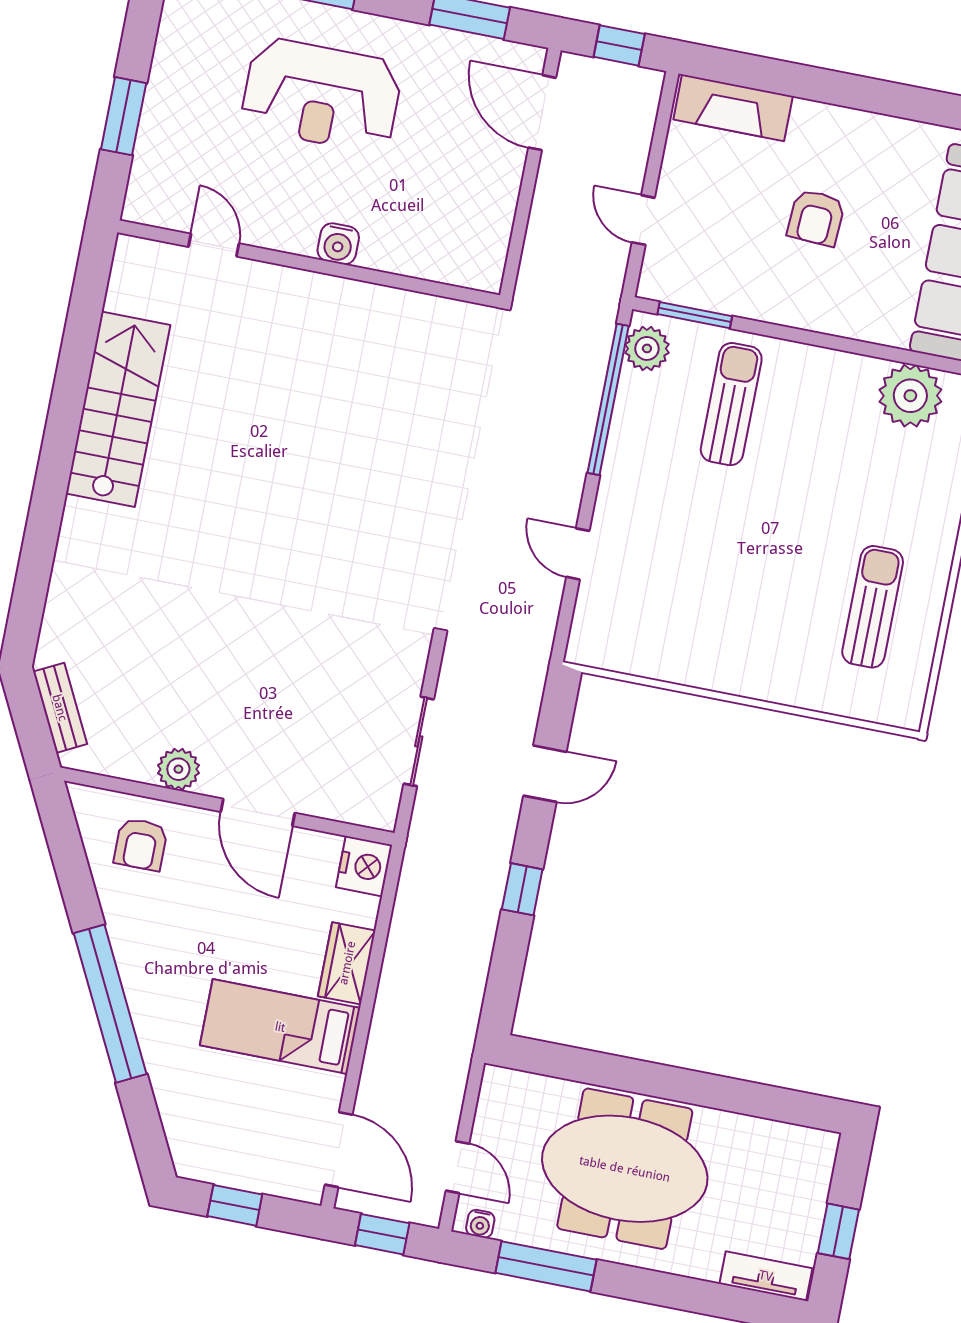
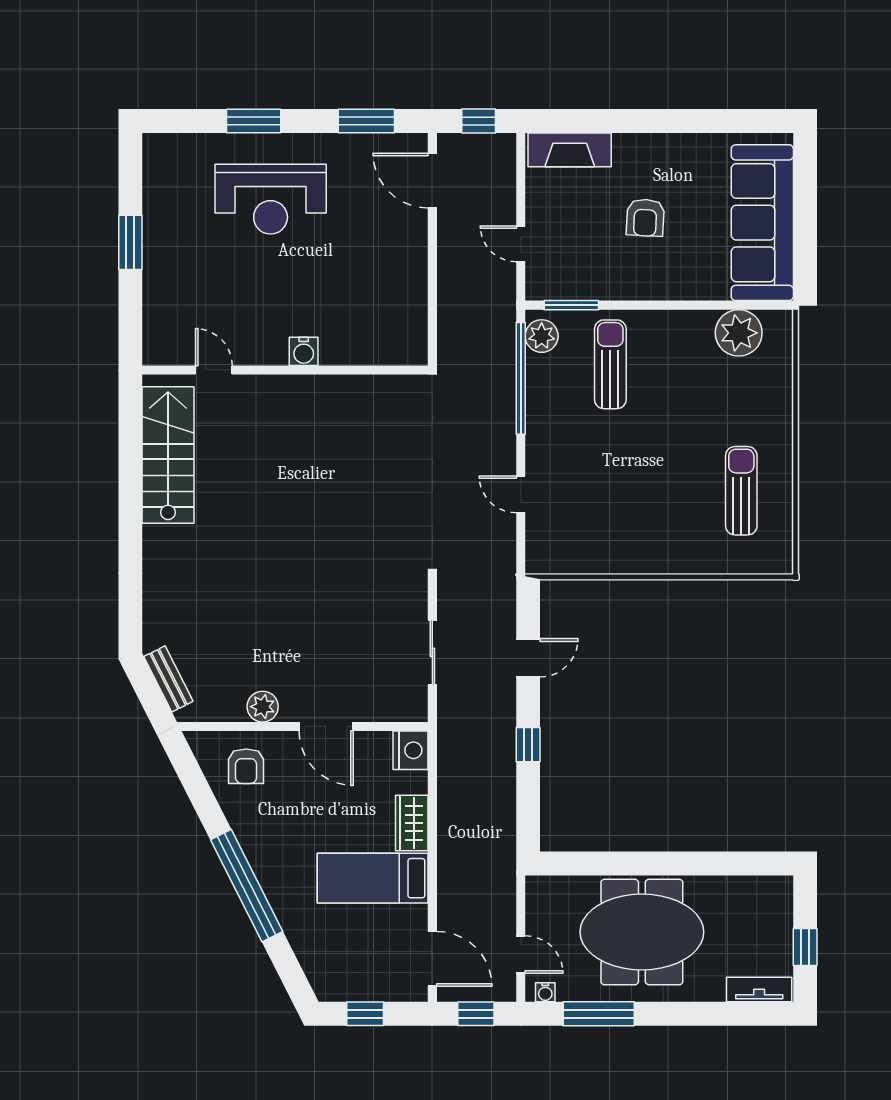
water cooler: (338, 244) -> (304, 351), moved
door: (214, 245) -> (214, 370), moved
wall: (309, 264) -> (285, 370), moved

